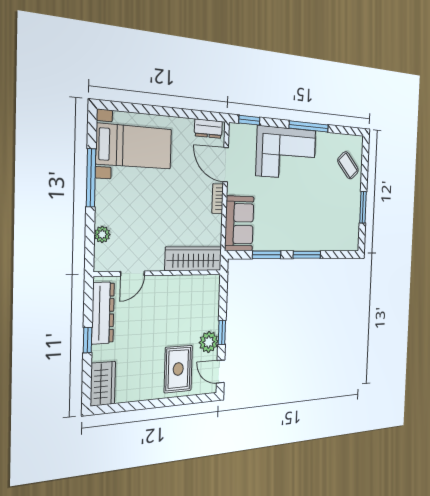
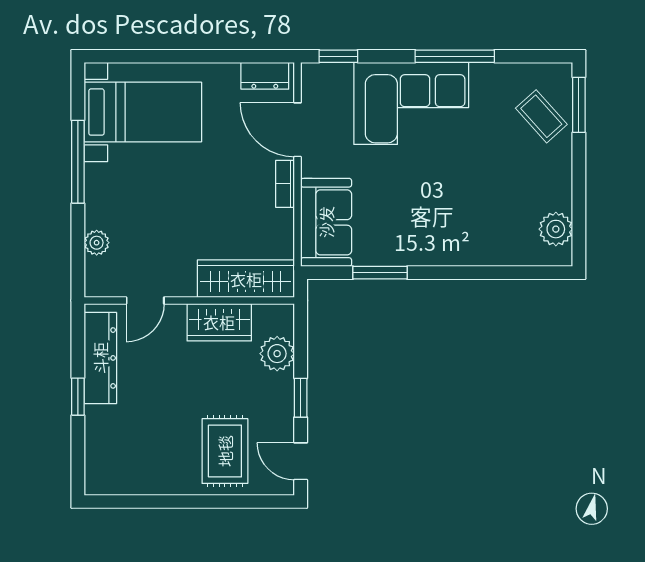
window: (363, 207) -> (579, 105), moved
plant: (352, 230) -> (556, 229), added
window: (307, 255) -> (461, 273), removed
plant: (209, 342) -> (277, 354), moved
wardrobe: (103, 384) -> (219, 322), moved, turned 90

